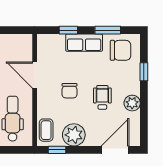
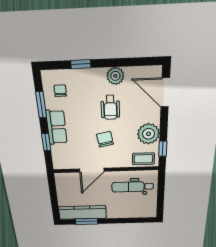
chair: (121, 50) -> (60, 91), width x0.54, depth x0.54
chair: (69, 91) -> (105, 139), turned -101
wheelchair: (102, 97) -> (110, 108), turned -90

